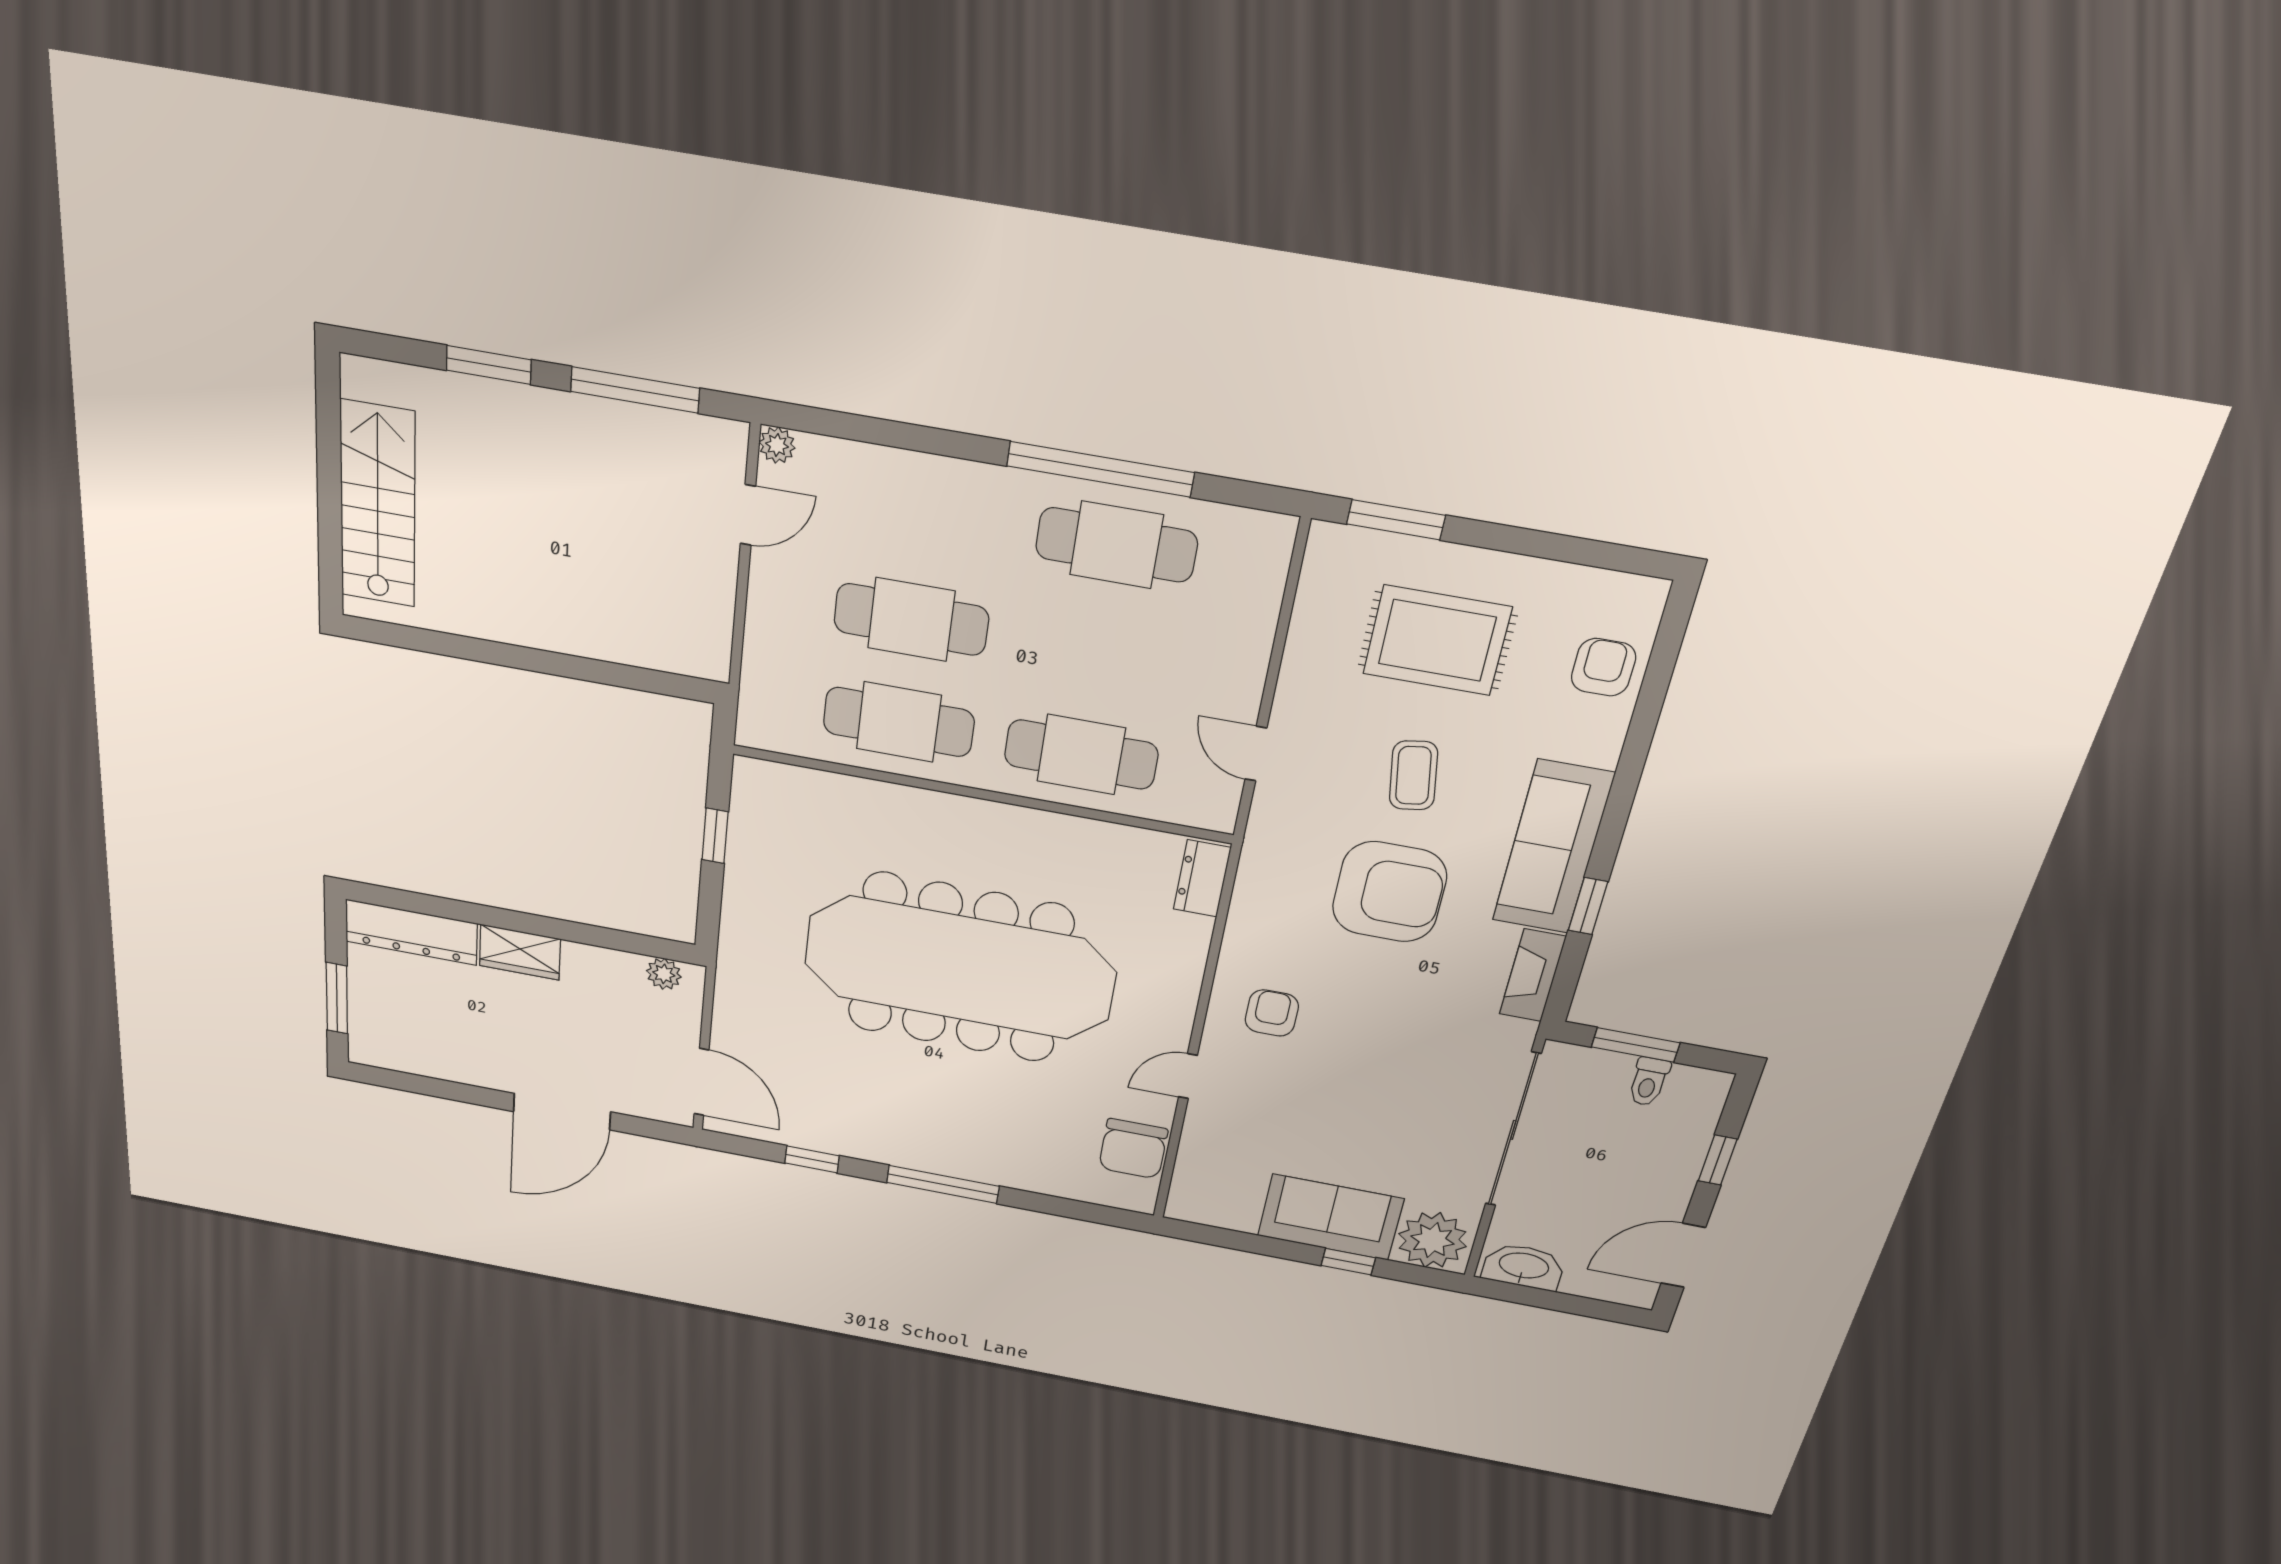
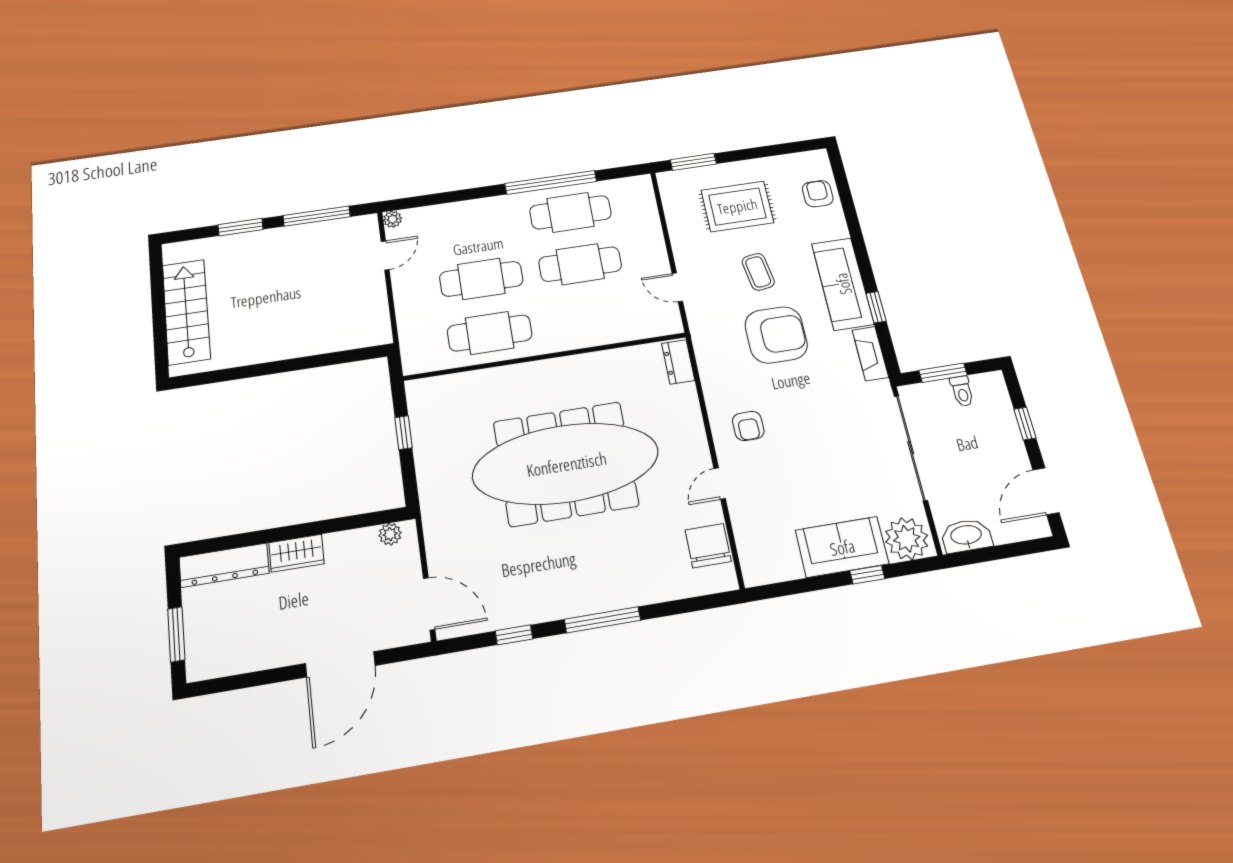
cafe table: (1081, 755) -> (580, 264), moved
armchair: (1272, 1013) -> (748, 426), turned 180
chair: (1133, 1149) -> (708, 546), turned 180

